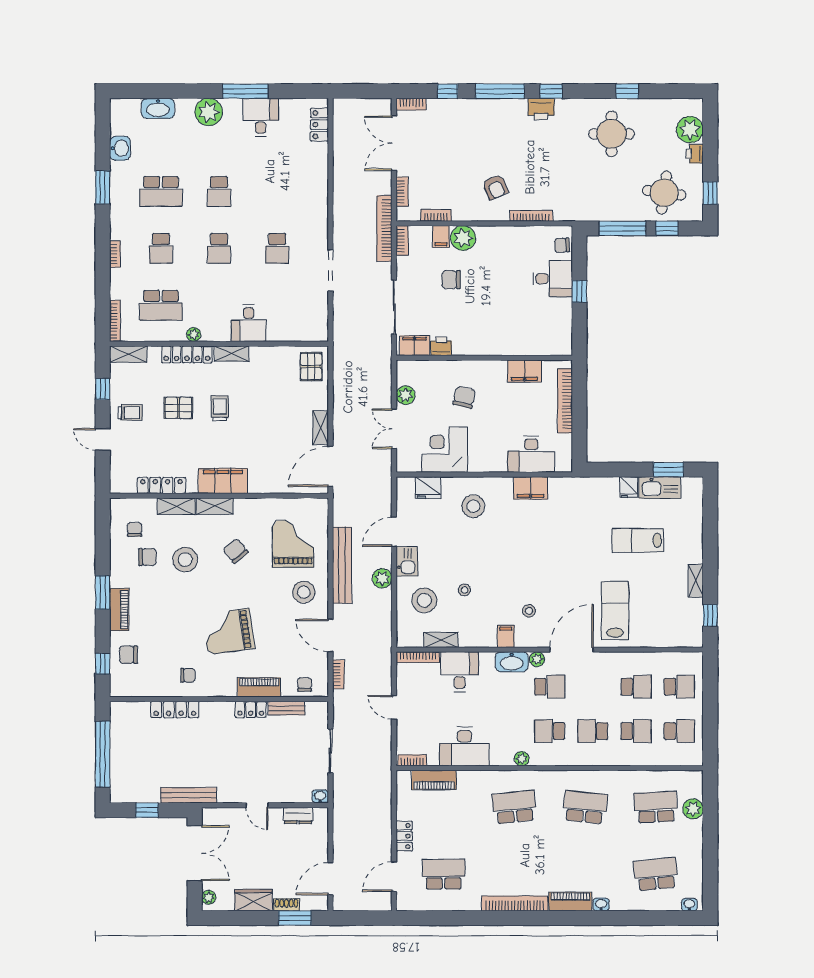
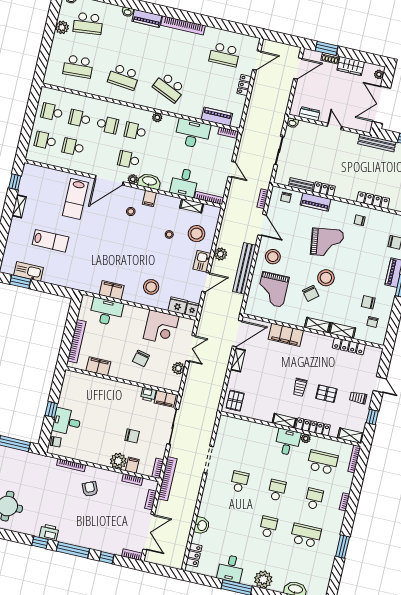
washbasin: (120, 148) -> (202, 525), moved, turned 180
desk: (249, 323) -> (288, 442), moved
filing cabinet: (223, 481) -> (286, 335), moved
fridge: (629, 487) -> (192, 309), moved
stool: (185, 560) -> (326, 278), moved
school desk: (550, 731) -> (135, 131), turned 180
school desk: (514, 807) -> (169, 87), turned 30
plant: (693, 809) -> (62, 27), moved

